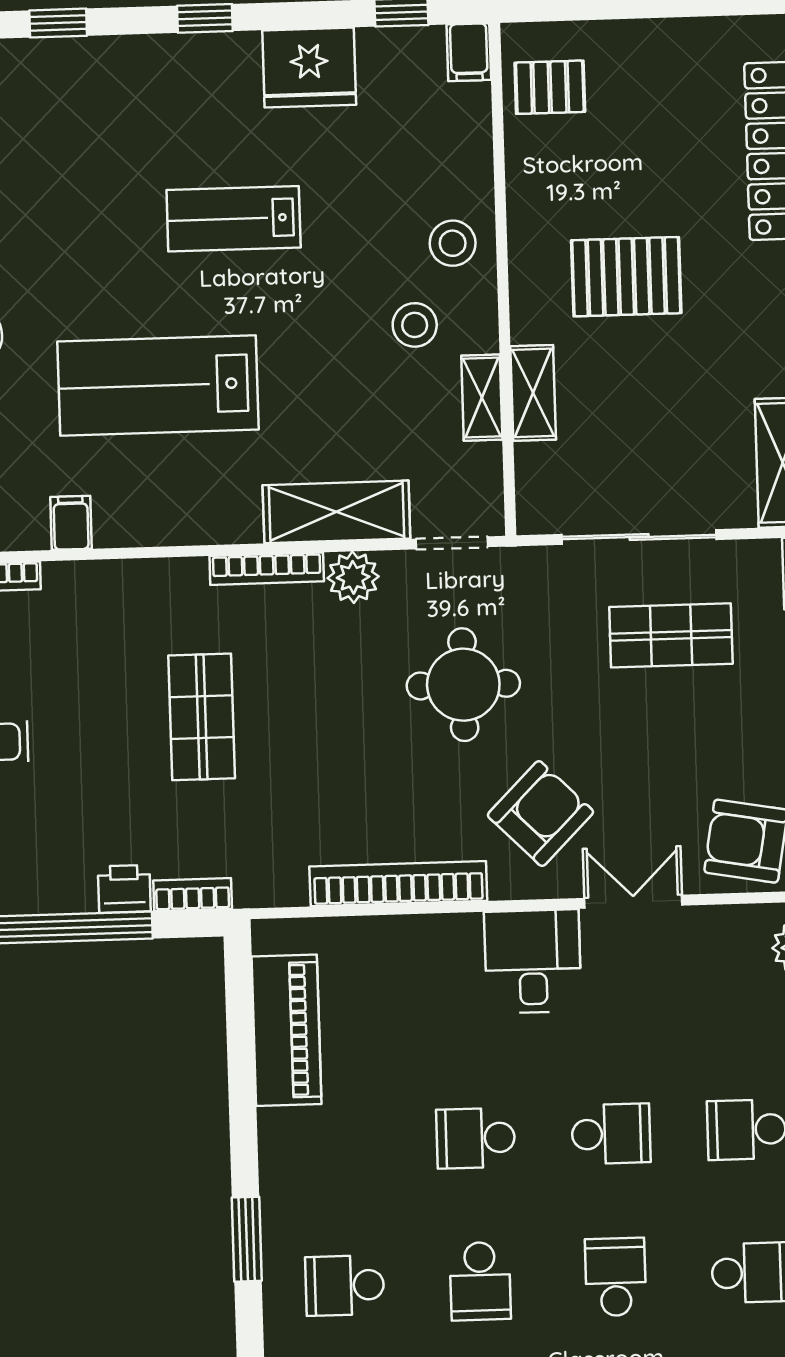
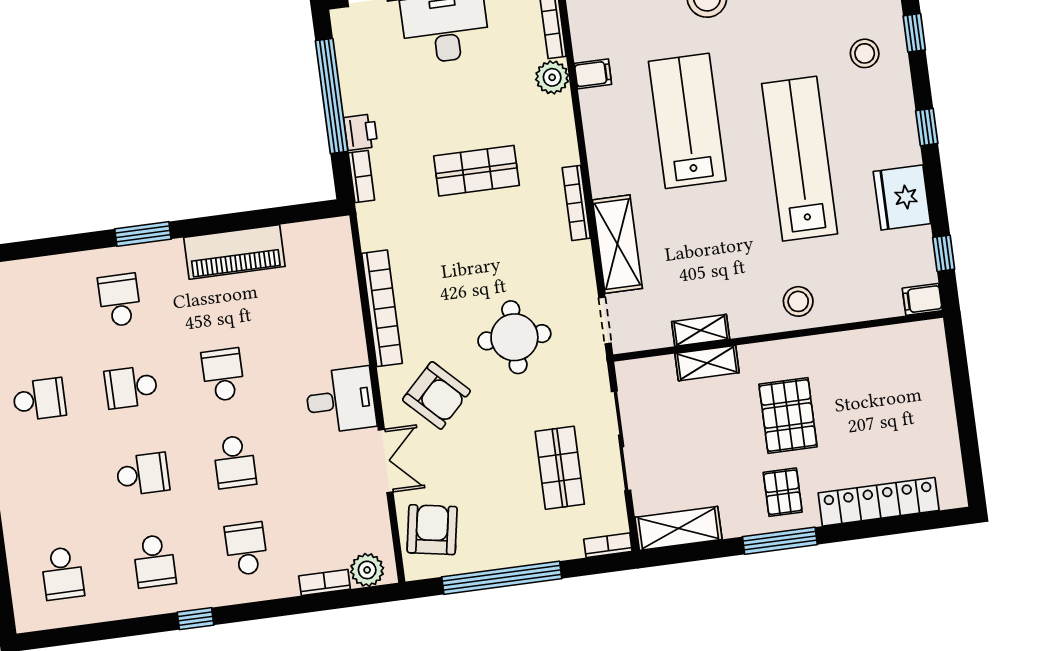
pallet: (550, 87) -> (783, 492), moved
lab bench: (234, 219) -> (800, 159), width x1.86, depth x1.39
stool: (415, 325) -> (865, 53), moved
plant: (353, 577) -> (552, 77), moved
piano: (286, 1030) -> (234, 252), moved

